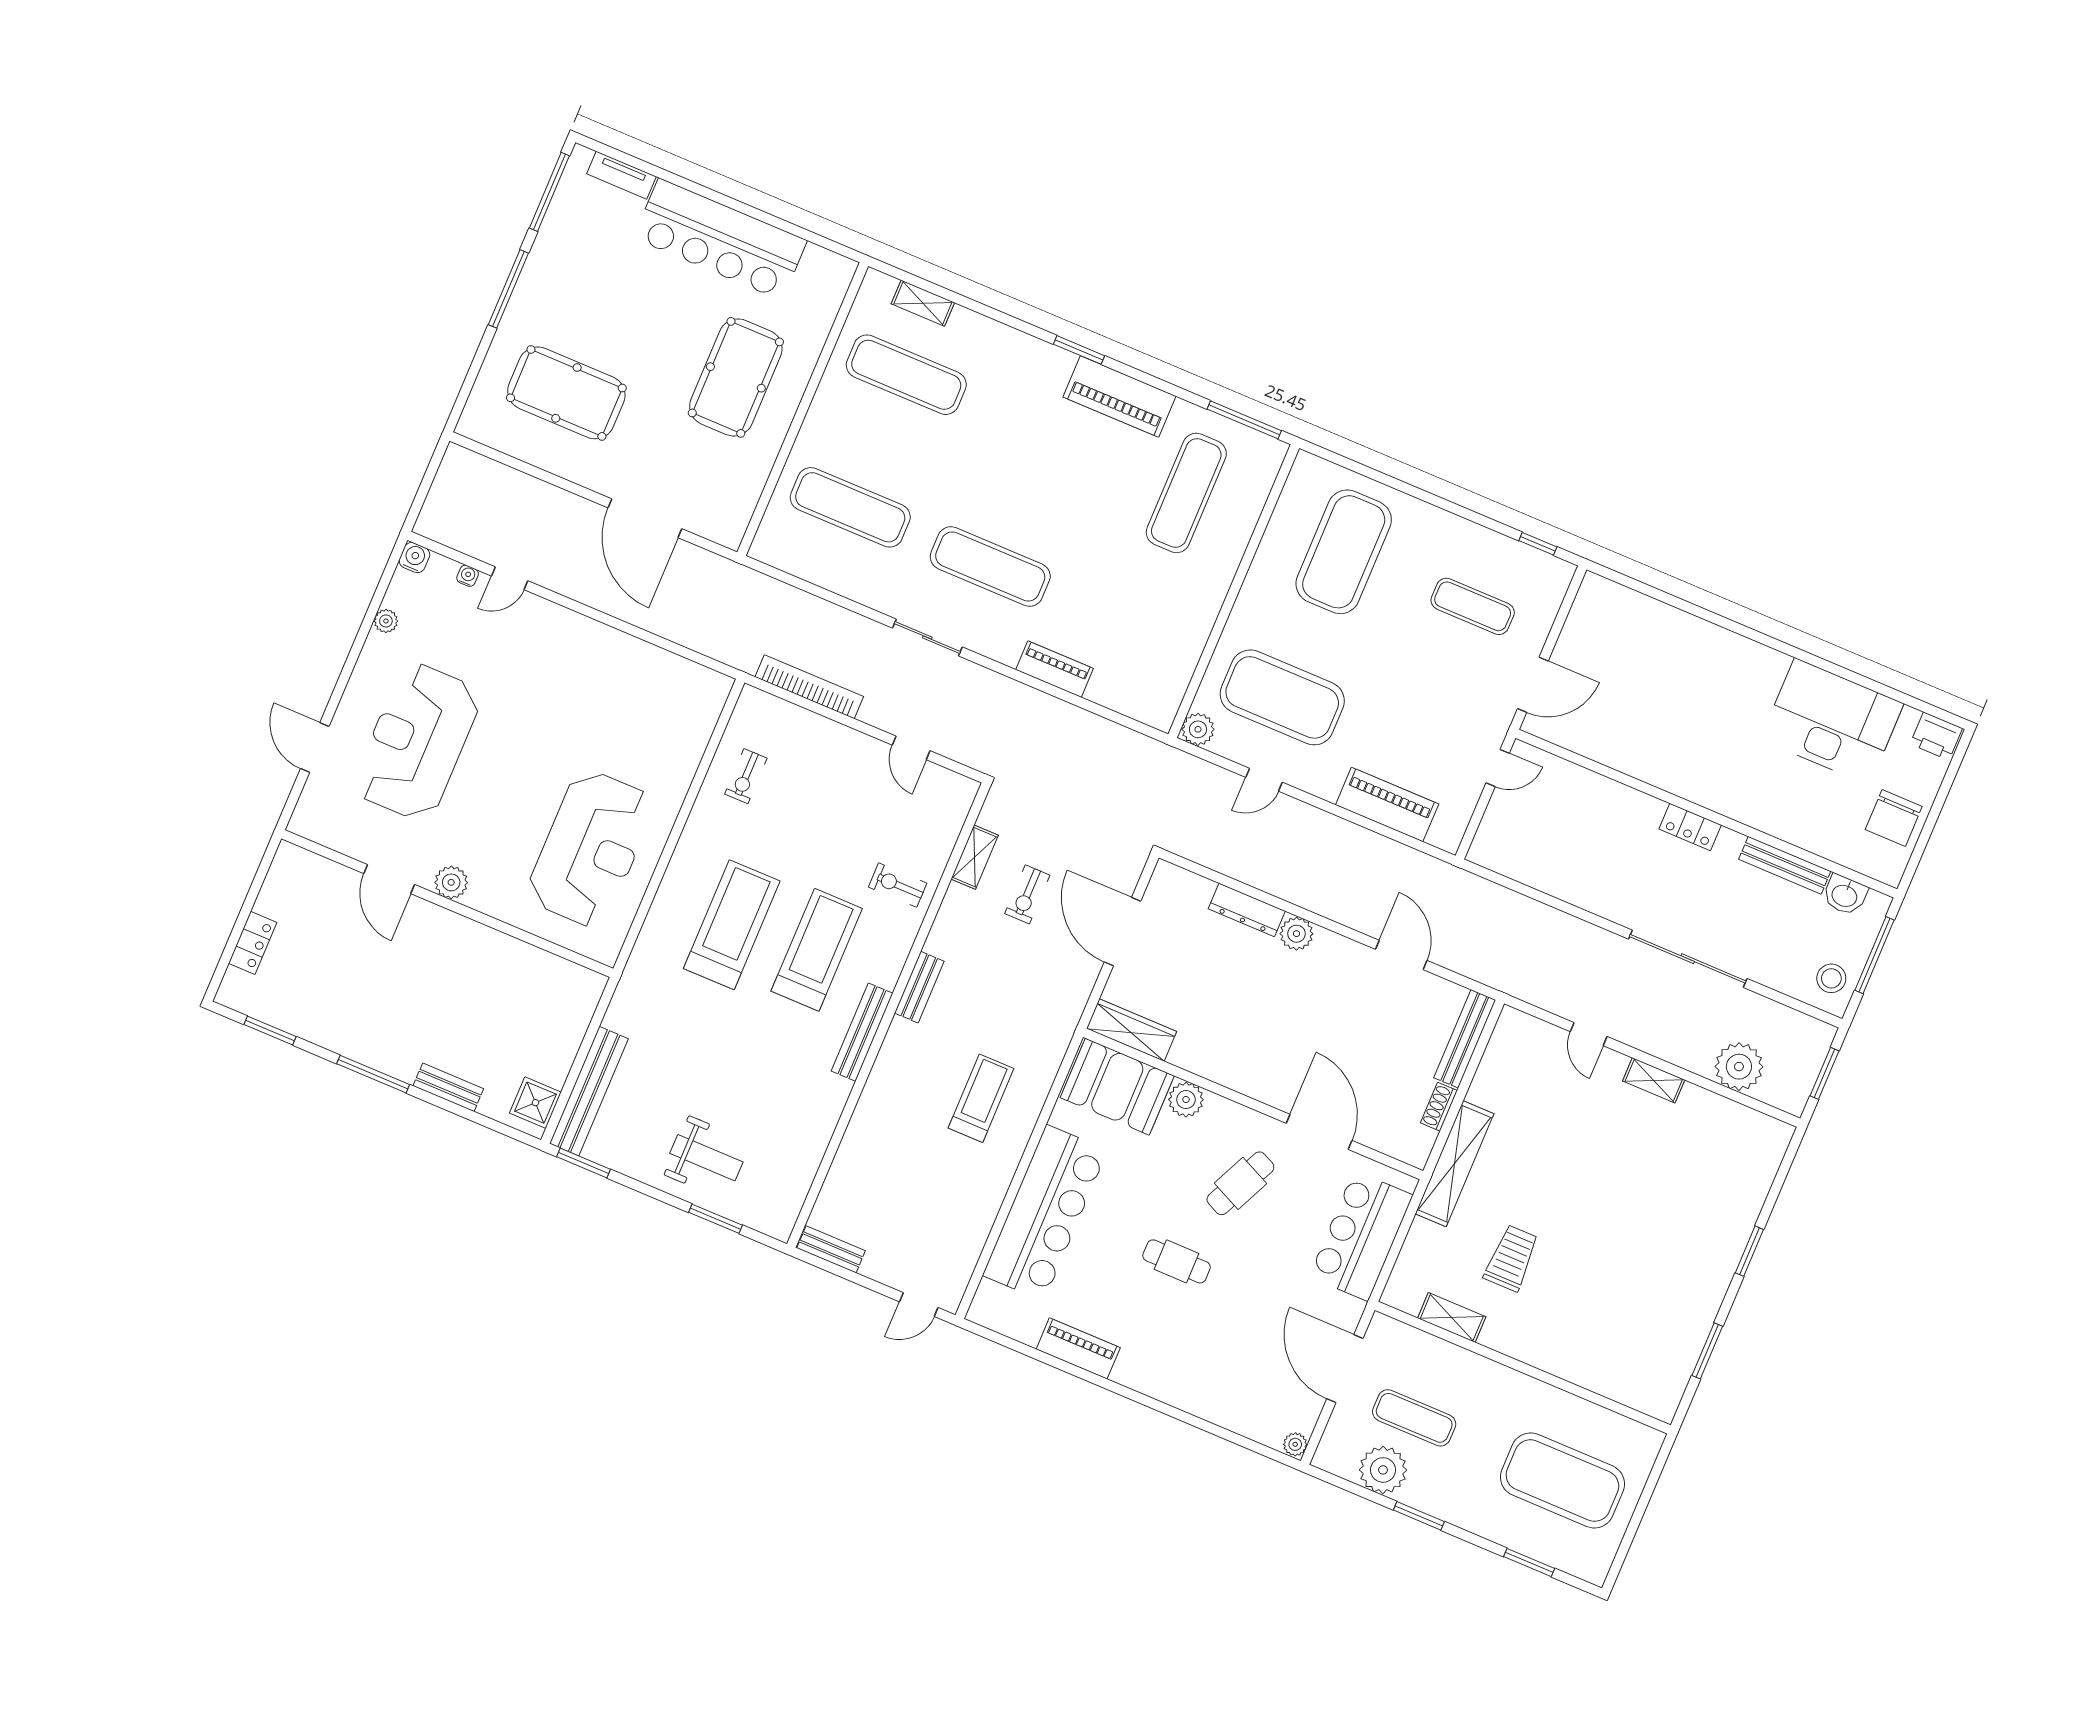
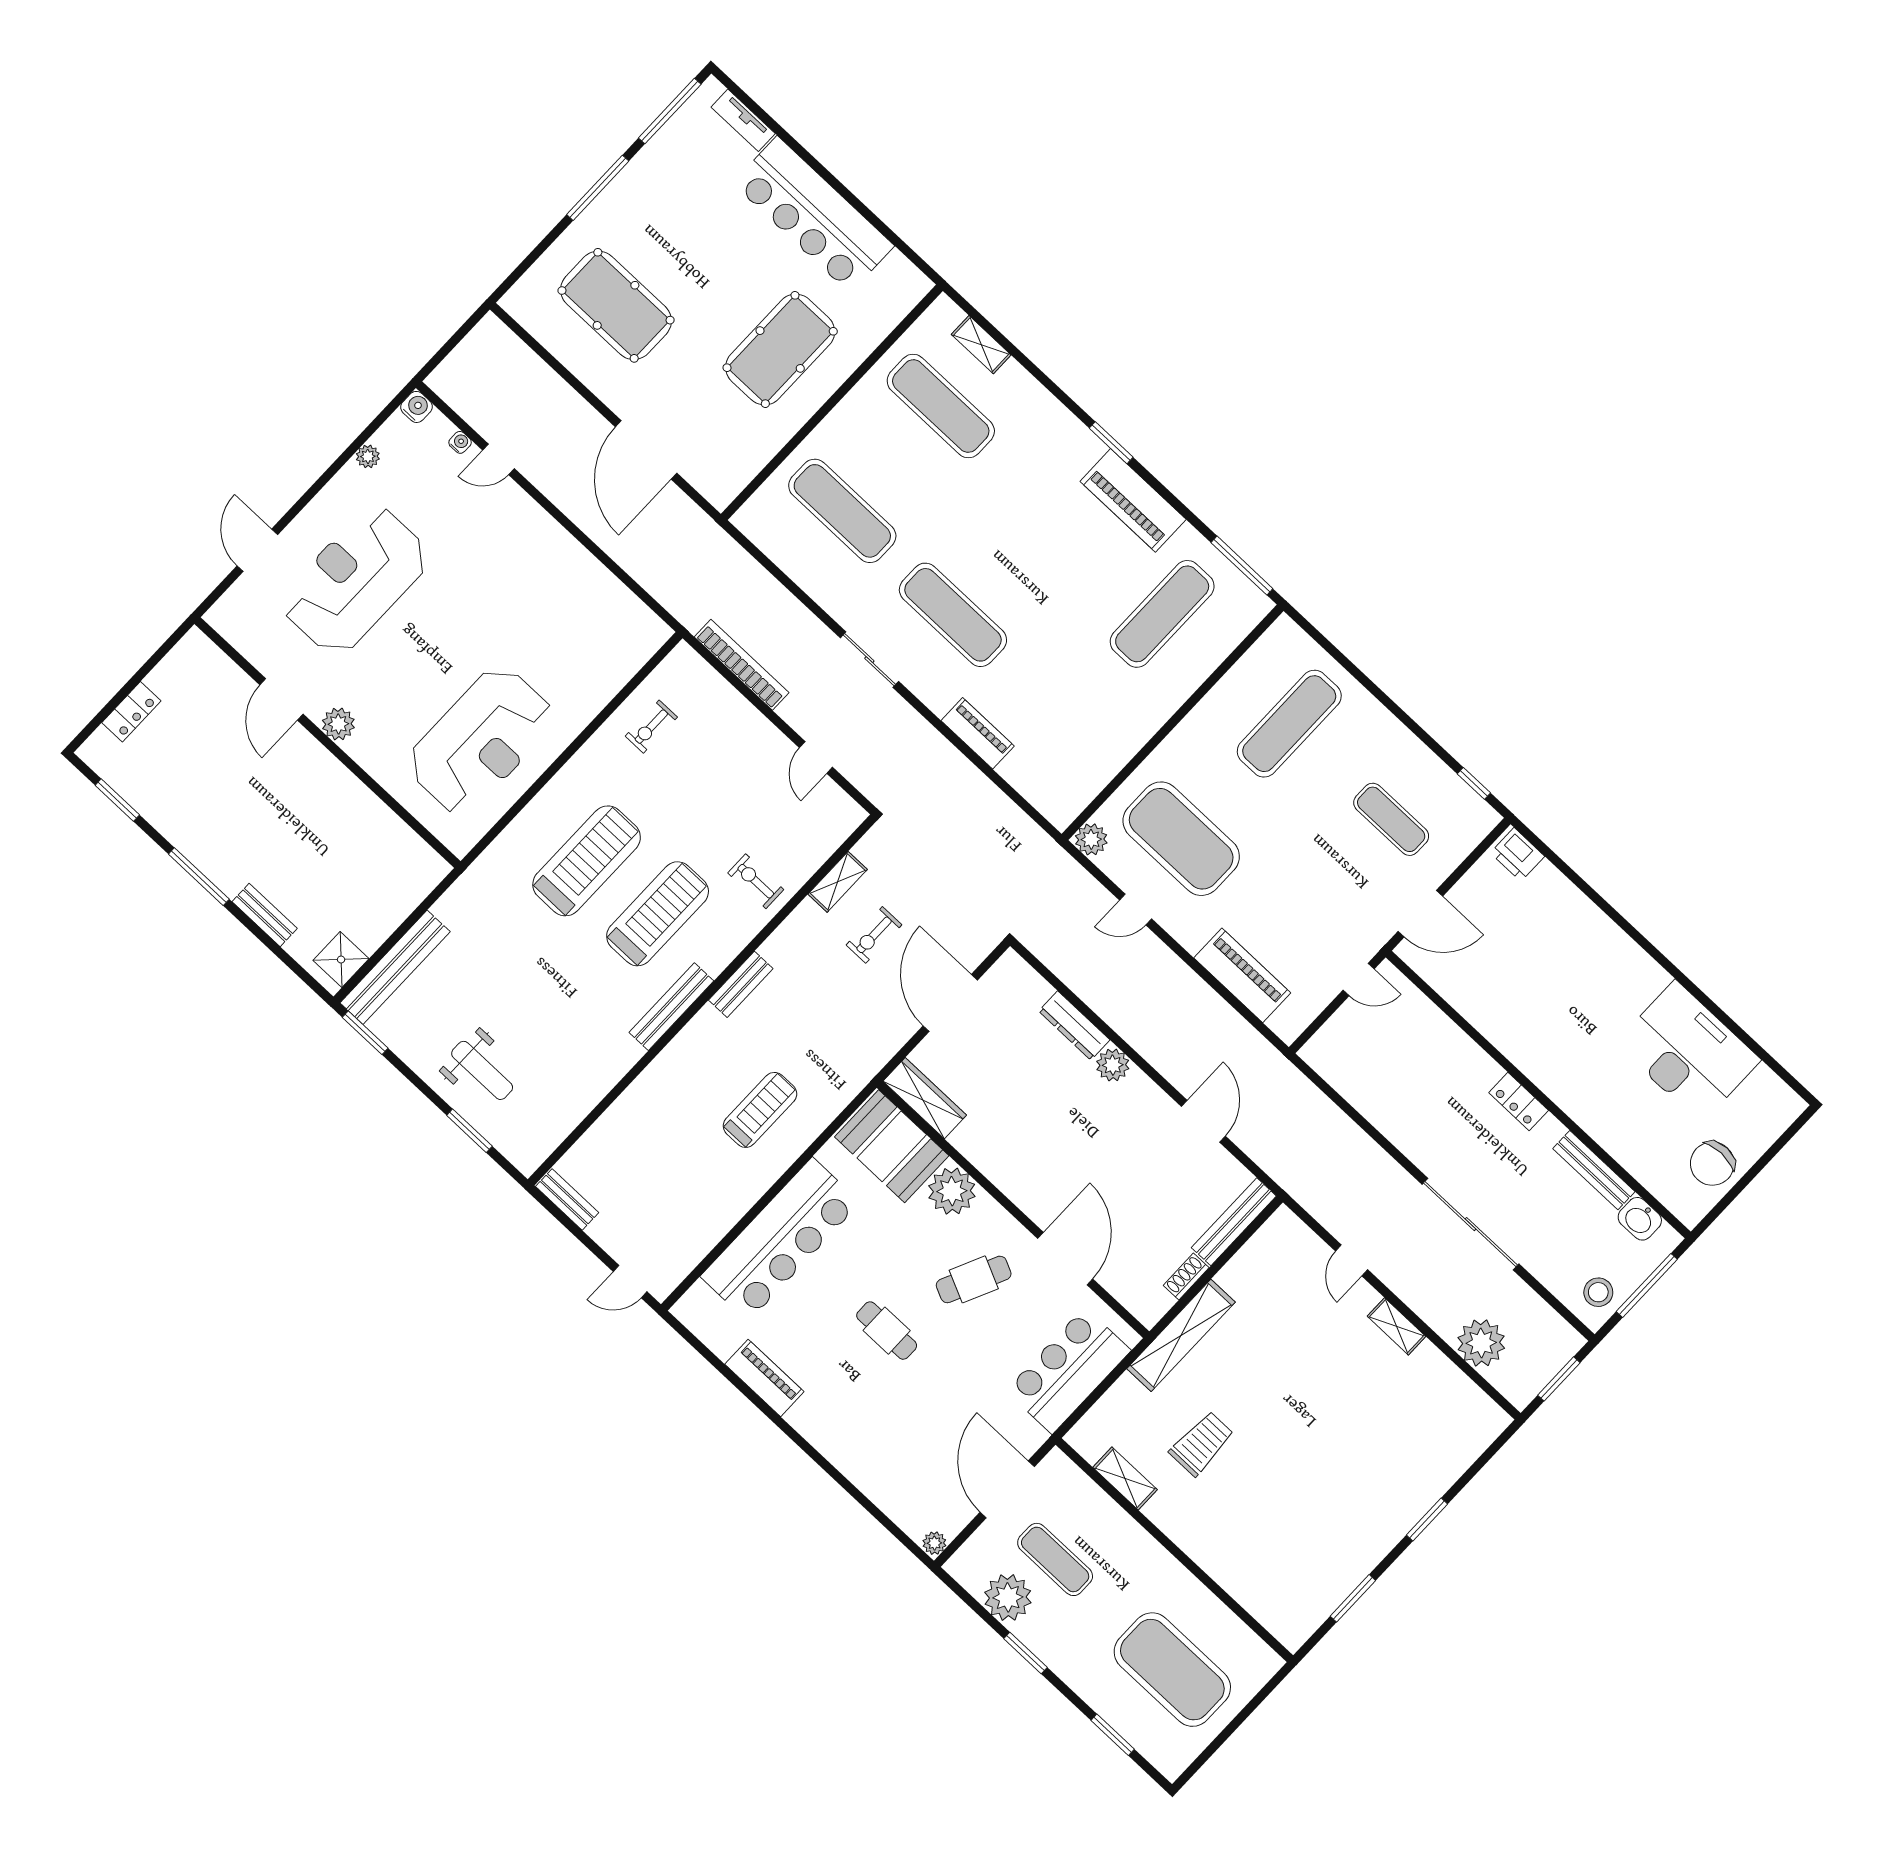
exercise mat: (1344, 552) -> (1289, 724), width x0.68
printer: (1936, 736) -> (1517, 855), moved
plant: (1186, 1100) -> (952, 1191), width x1.36, depth x1.36

